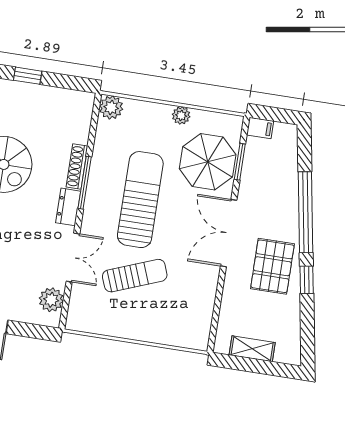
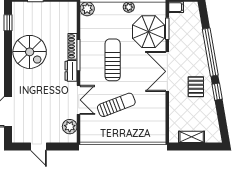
sun lounger: (140, 200) -> (113, 60), width x0.73, depth x0.75
pallet: (272, 266) -> (196, 87), width x0.67, depth x0.71

